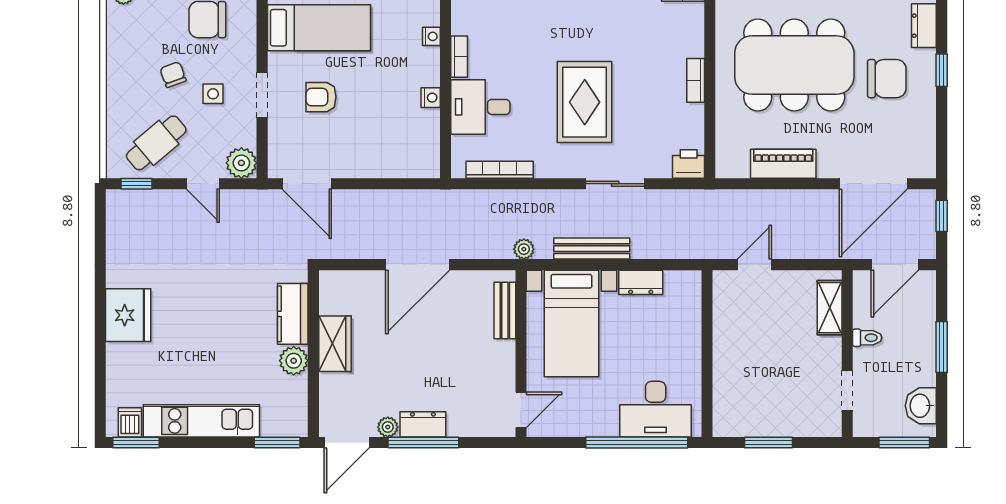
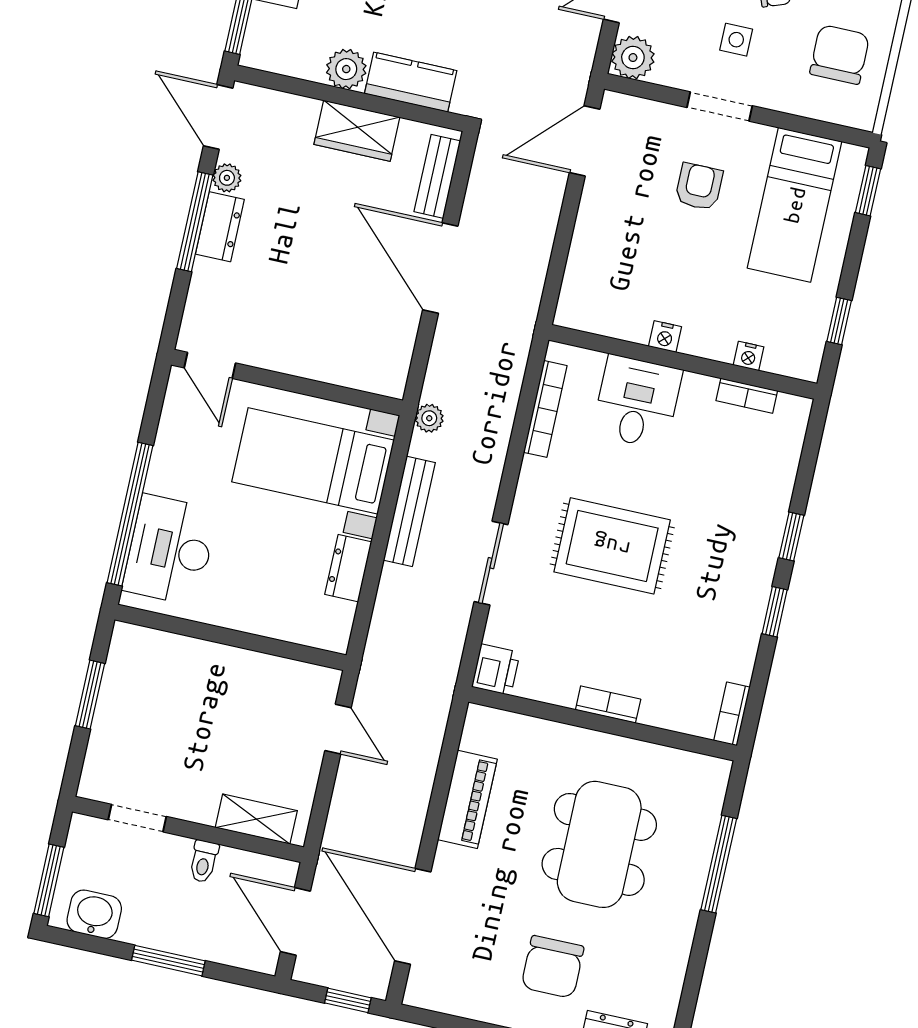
bookcase: (459, 57) -> (747, 396), moved
dining table: (794, 65) -> (599, 844), width x0.73, depth x0.80
bench: (505, 311) -> (437, 176), moved, turned 90

